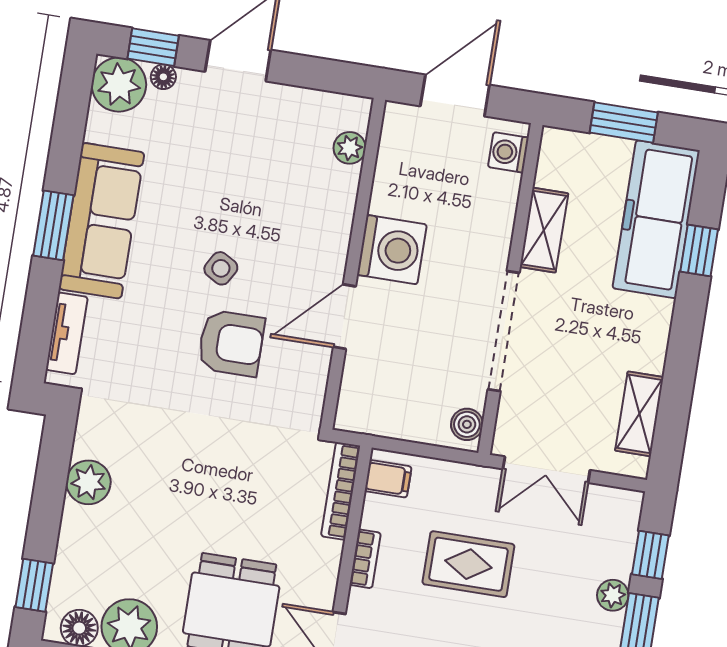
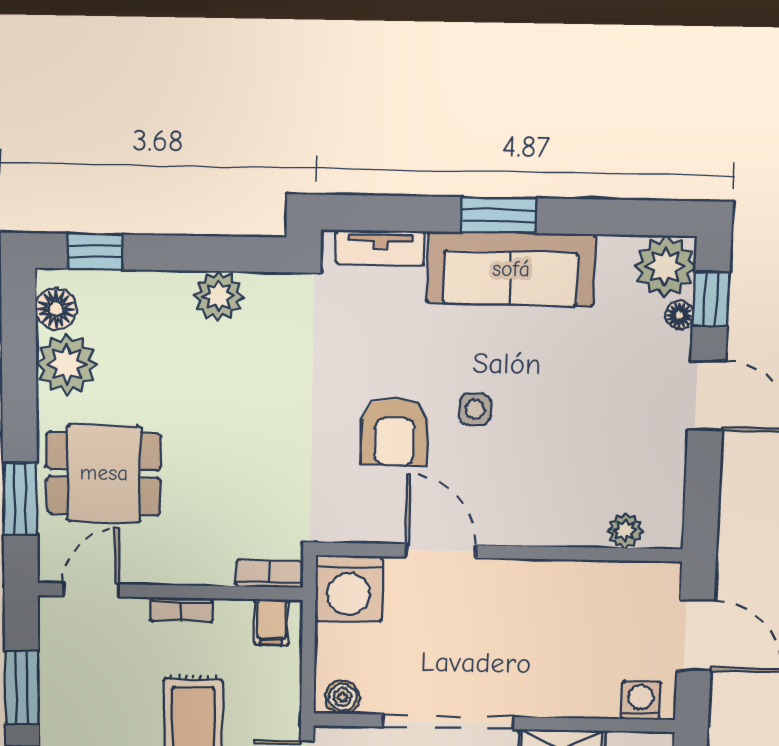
washing machine: (392, 250) -> (349, 589), moved
side table: (221, 268) -> (475, 409), turned -30
bookcase: (341, 491) -> (270, 574), width x0.64

